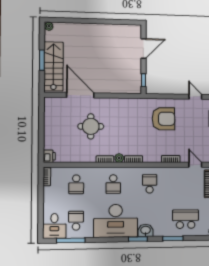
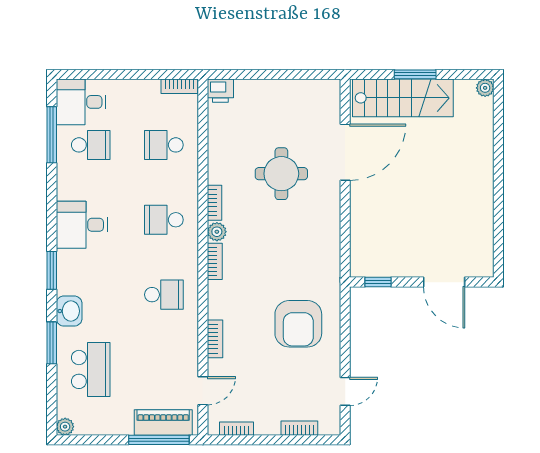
desk: (116, 221) -> (82, 225), width x0.53, depth x0.77
washbasin: (146, 230) -> (69, 311), moved

